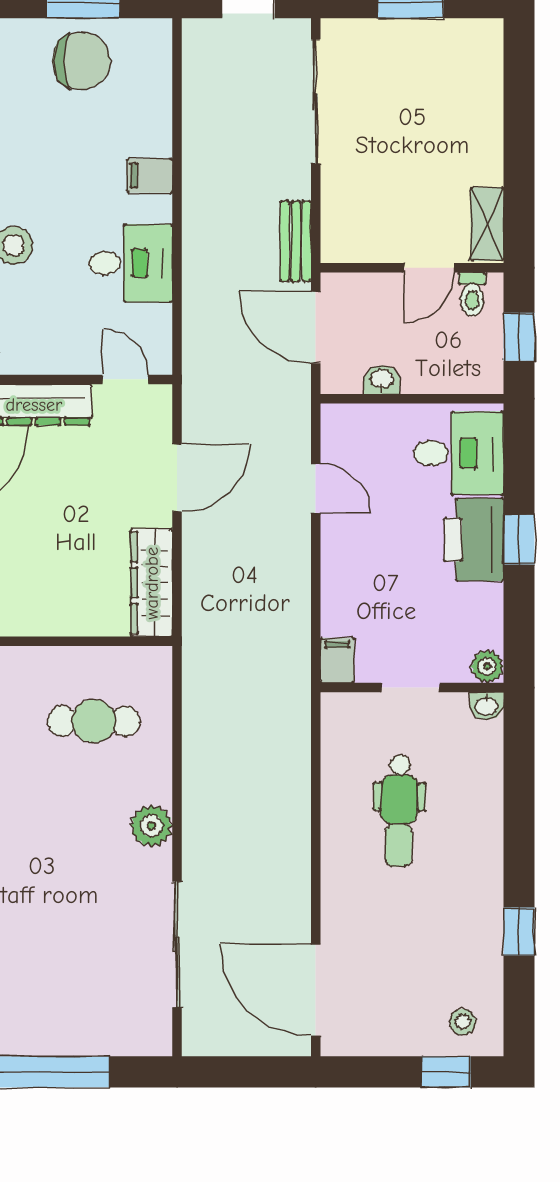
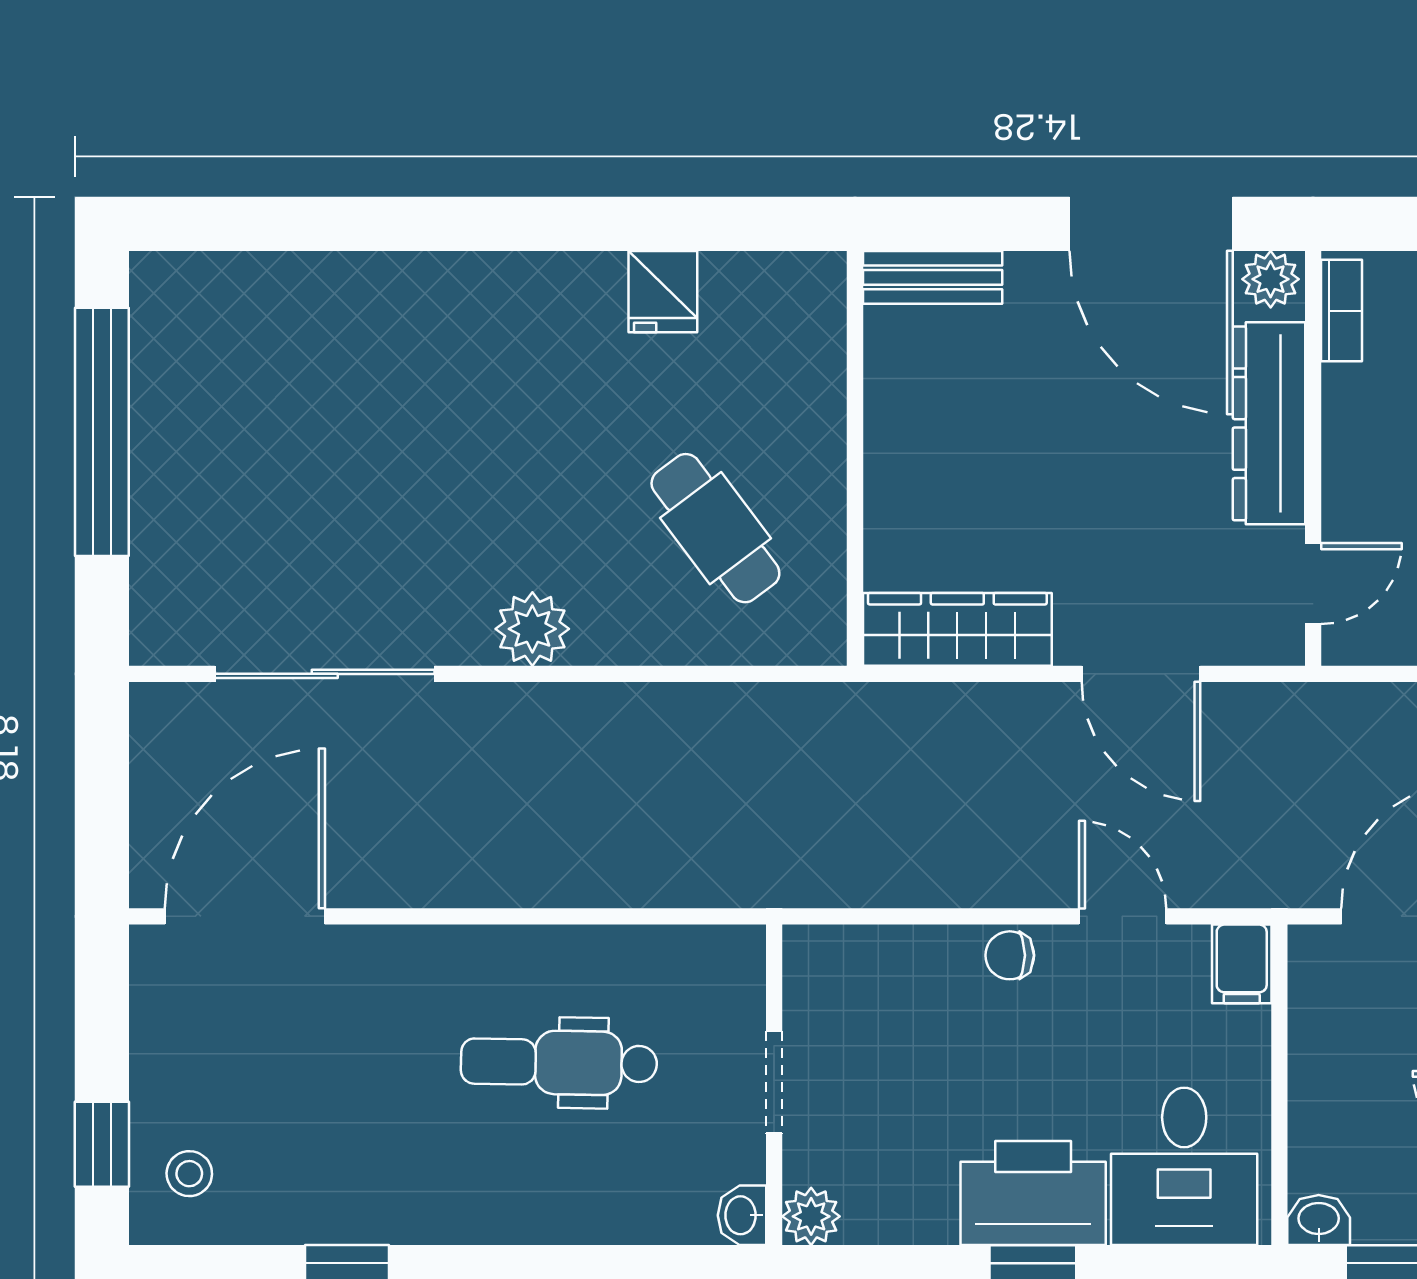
washbasin: (382, 380) -> (1319, 1220), moved, turned -90
door: (316, 488) -> (1123, 916), swing flipped
chair: (338, 553) -> (1010, 955), added
filing cabinet: (337, 660) -> (1242, 964), moved, turned 90
cafe table: (94, 721) -> (715, 528), turned -37

